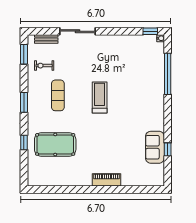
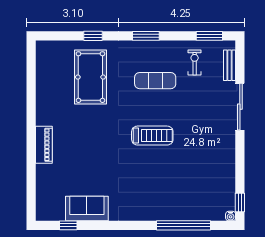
window: (168, 149) -> (68, 225), moved

